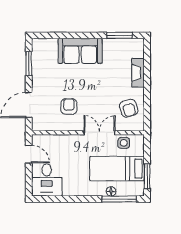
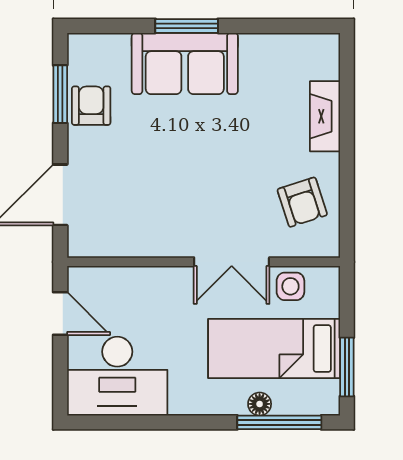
window: (119, 35) -> (187, 26), moved
armchair: (69, 106) -> (91, 106), moved
double door: (99, 133) -> (232, 262), swing flipped
desk: (47, 180) -> (117, 376), width x1.37

